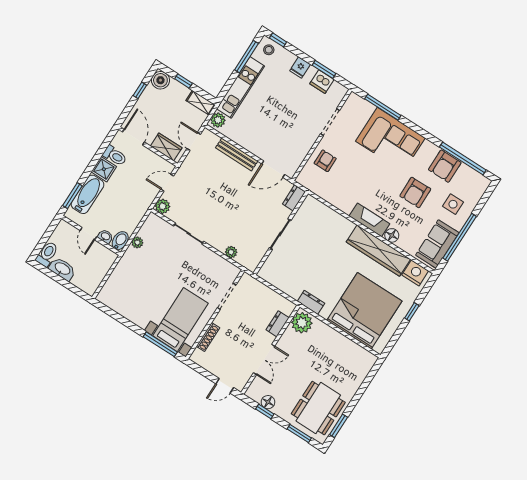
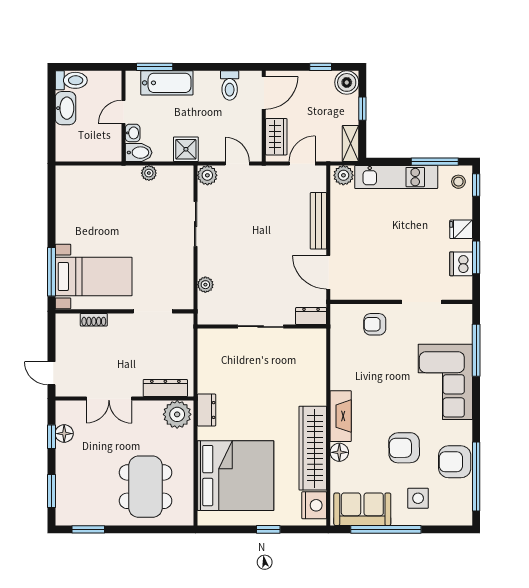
armchair: (325, 161) -> (375, 324), turned 180
shower: (104, 169) -> (186, 149), moved
dresser: (278, 324) -> (165, 388), width x1.44
shoe rack: (208, 337) -> (94, 320), width x0.70
dining table: (318, 408) -> (146, 487), moved, turned 90

